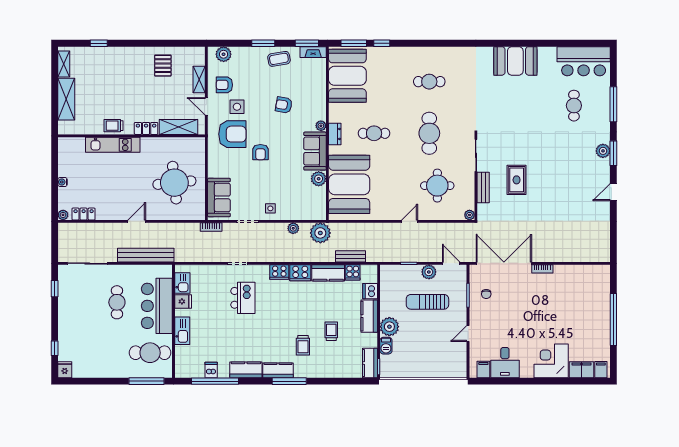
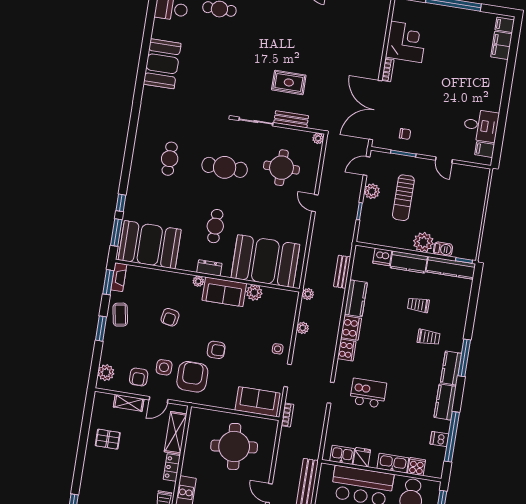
plant: (320, 233) -> (308, 294), width x0.53, depth x0.53
cooker: (353, 272) -> (417, 467), moved, turned -90
corner desk: (551, 361) -> (406, 42), moved, turned 180
kitchen counter: (370, 363) -> (451, 268), width x1.50

